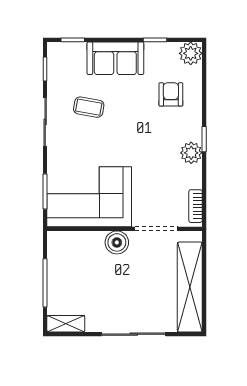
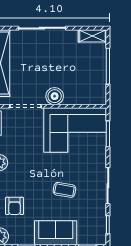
coffee table: (89, 107) -> (64, 190), moved

